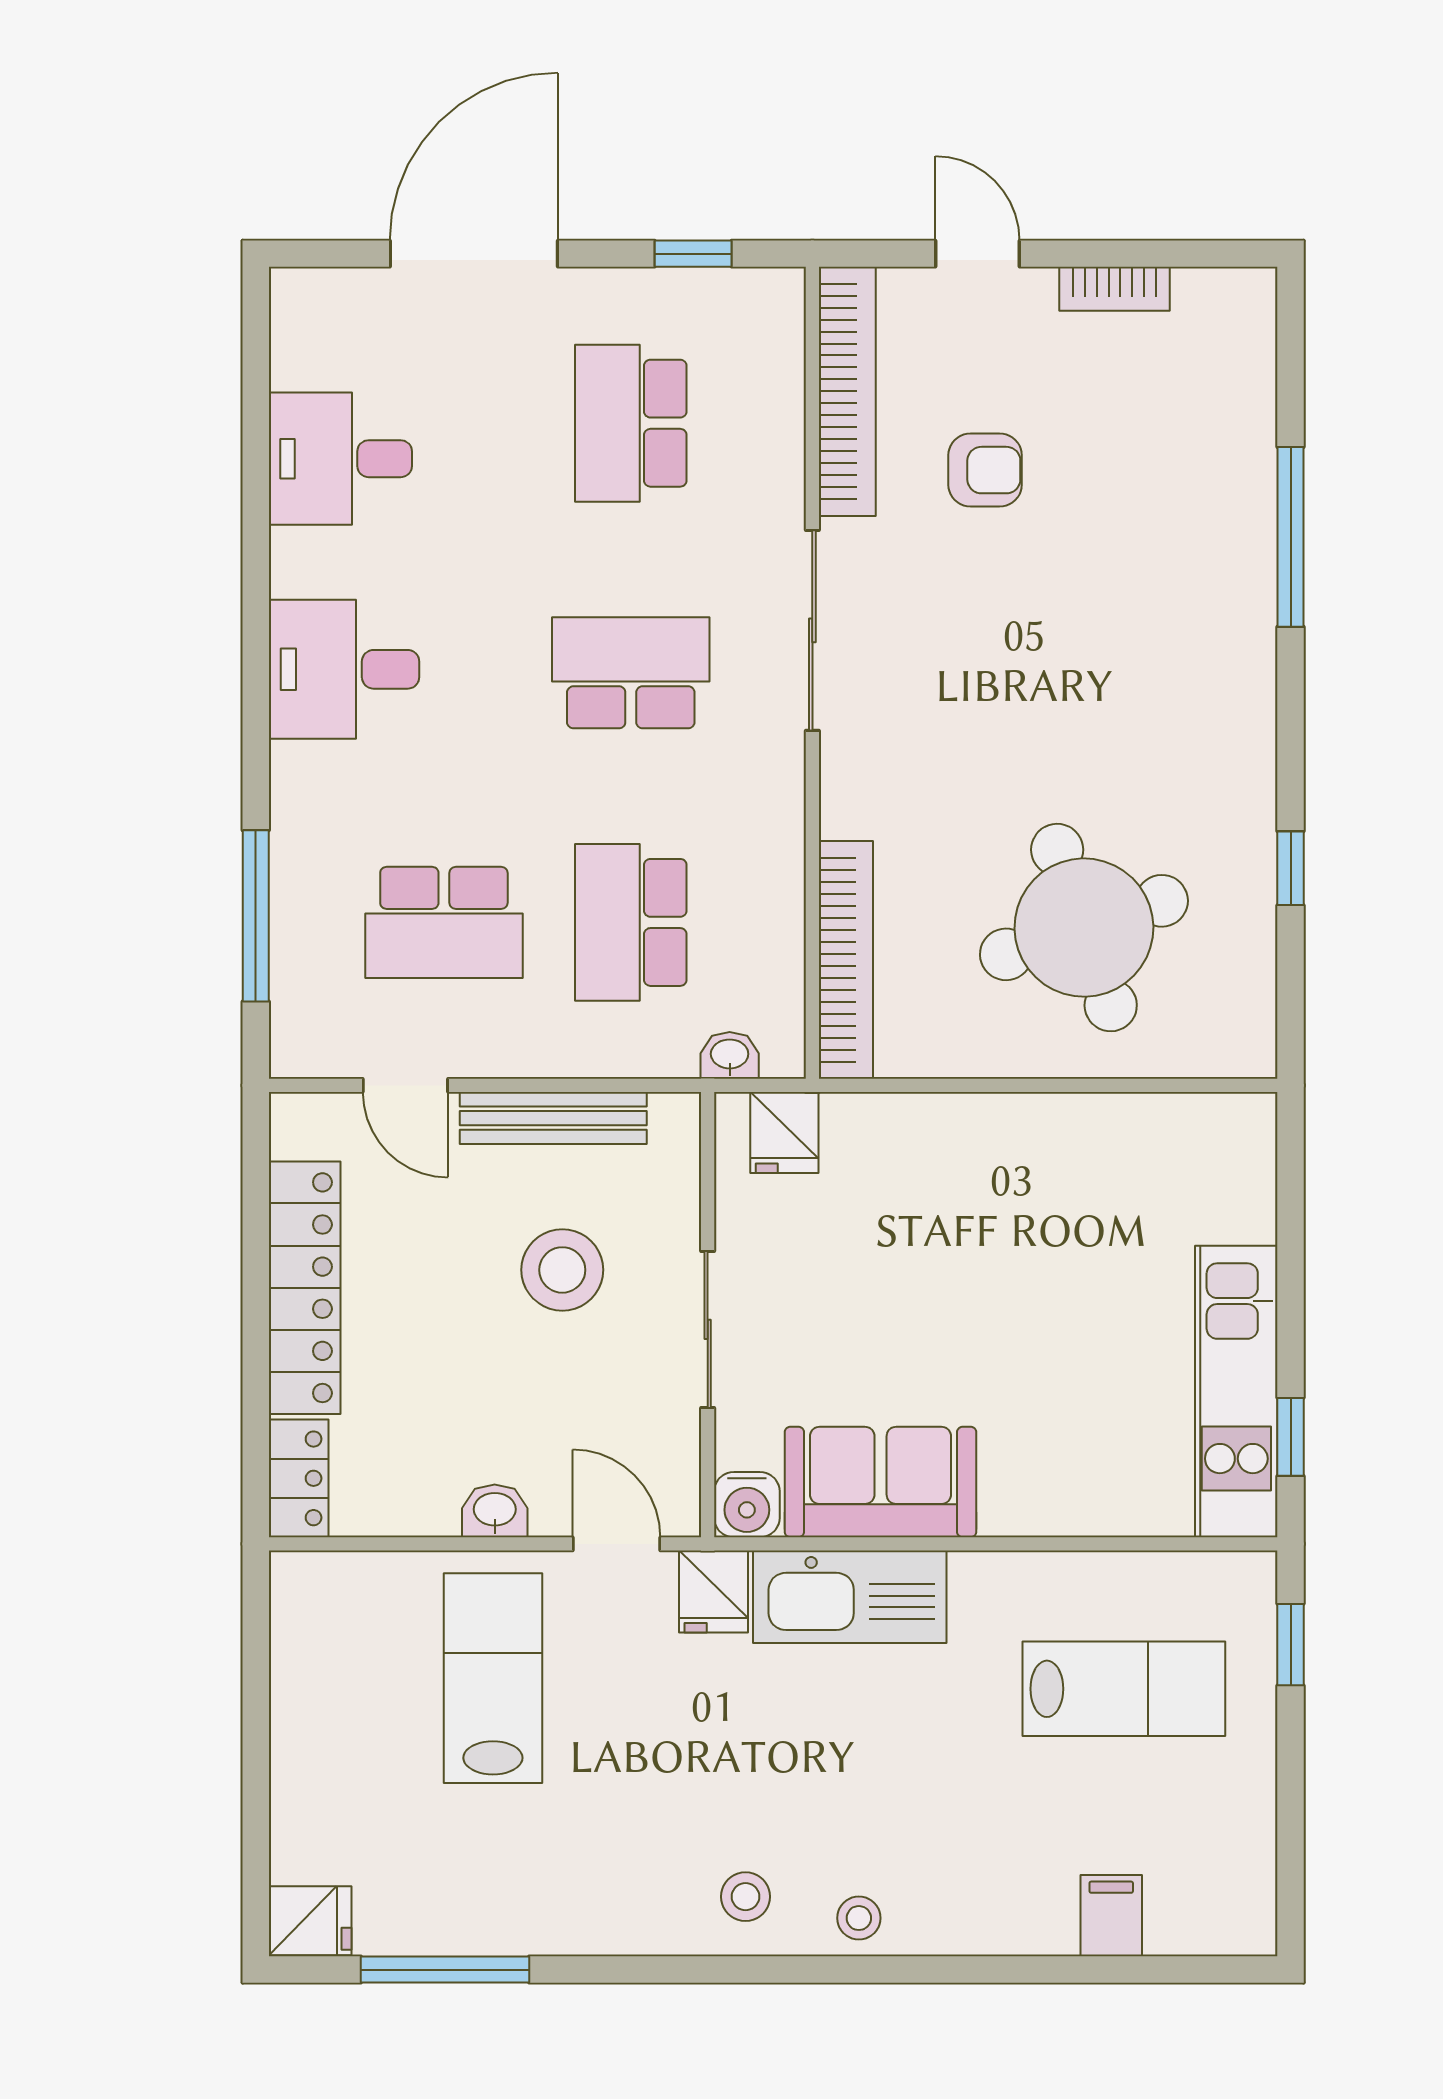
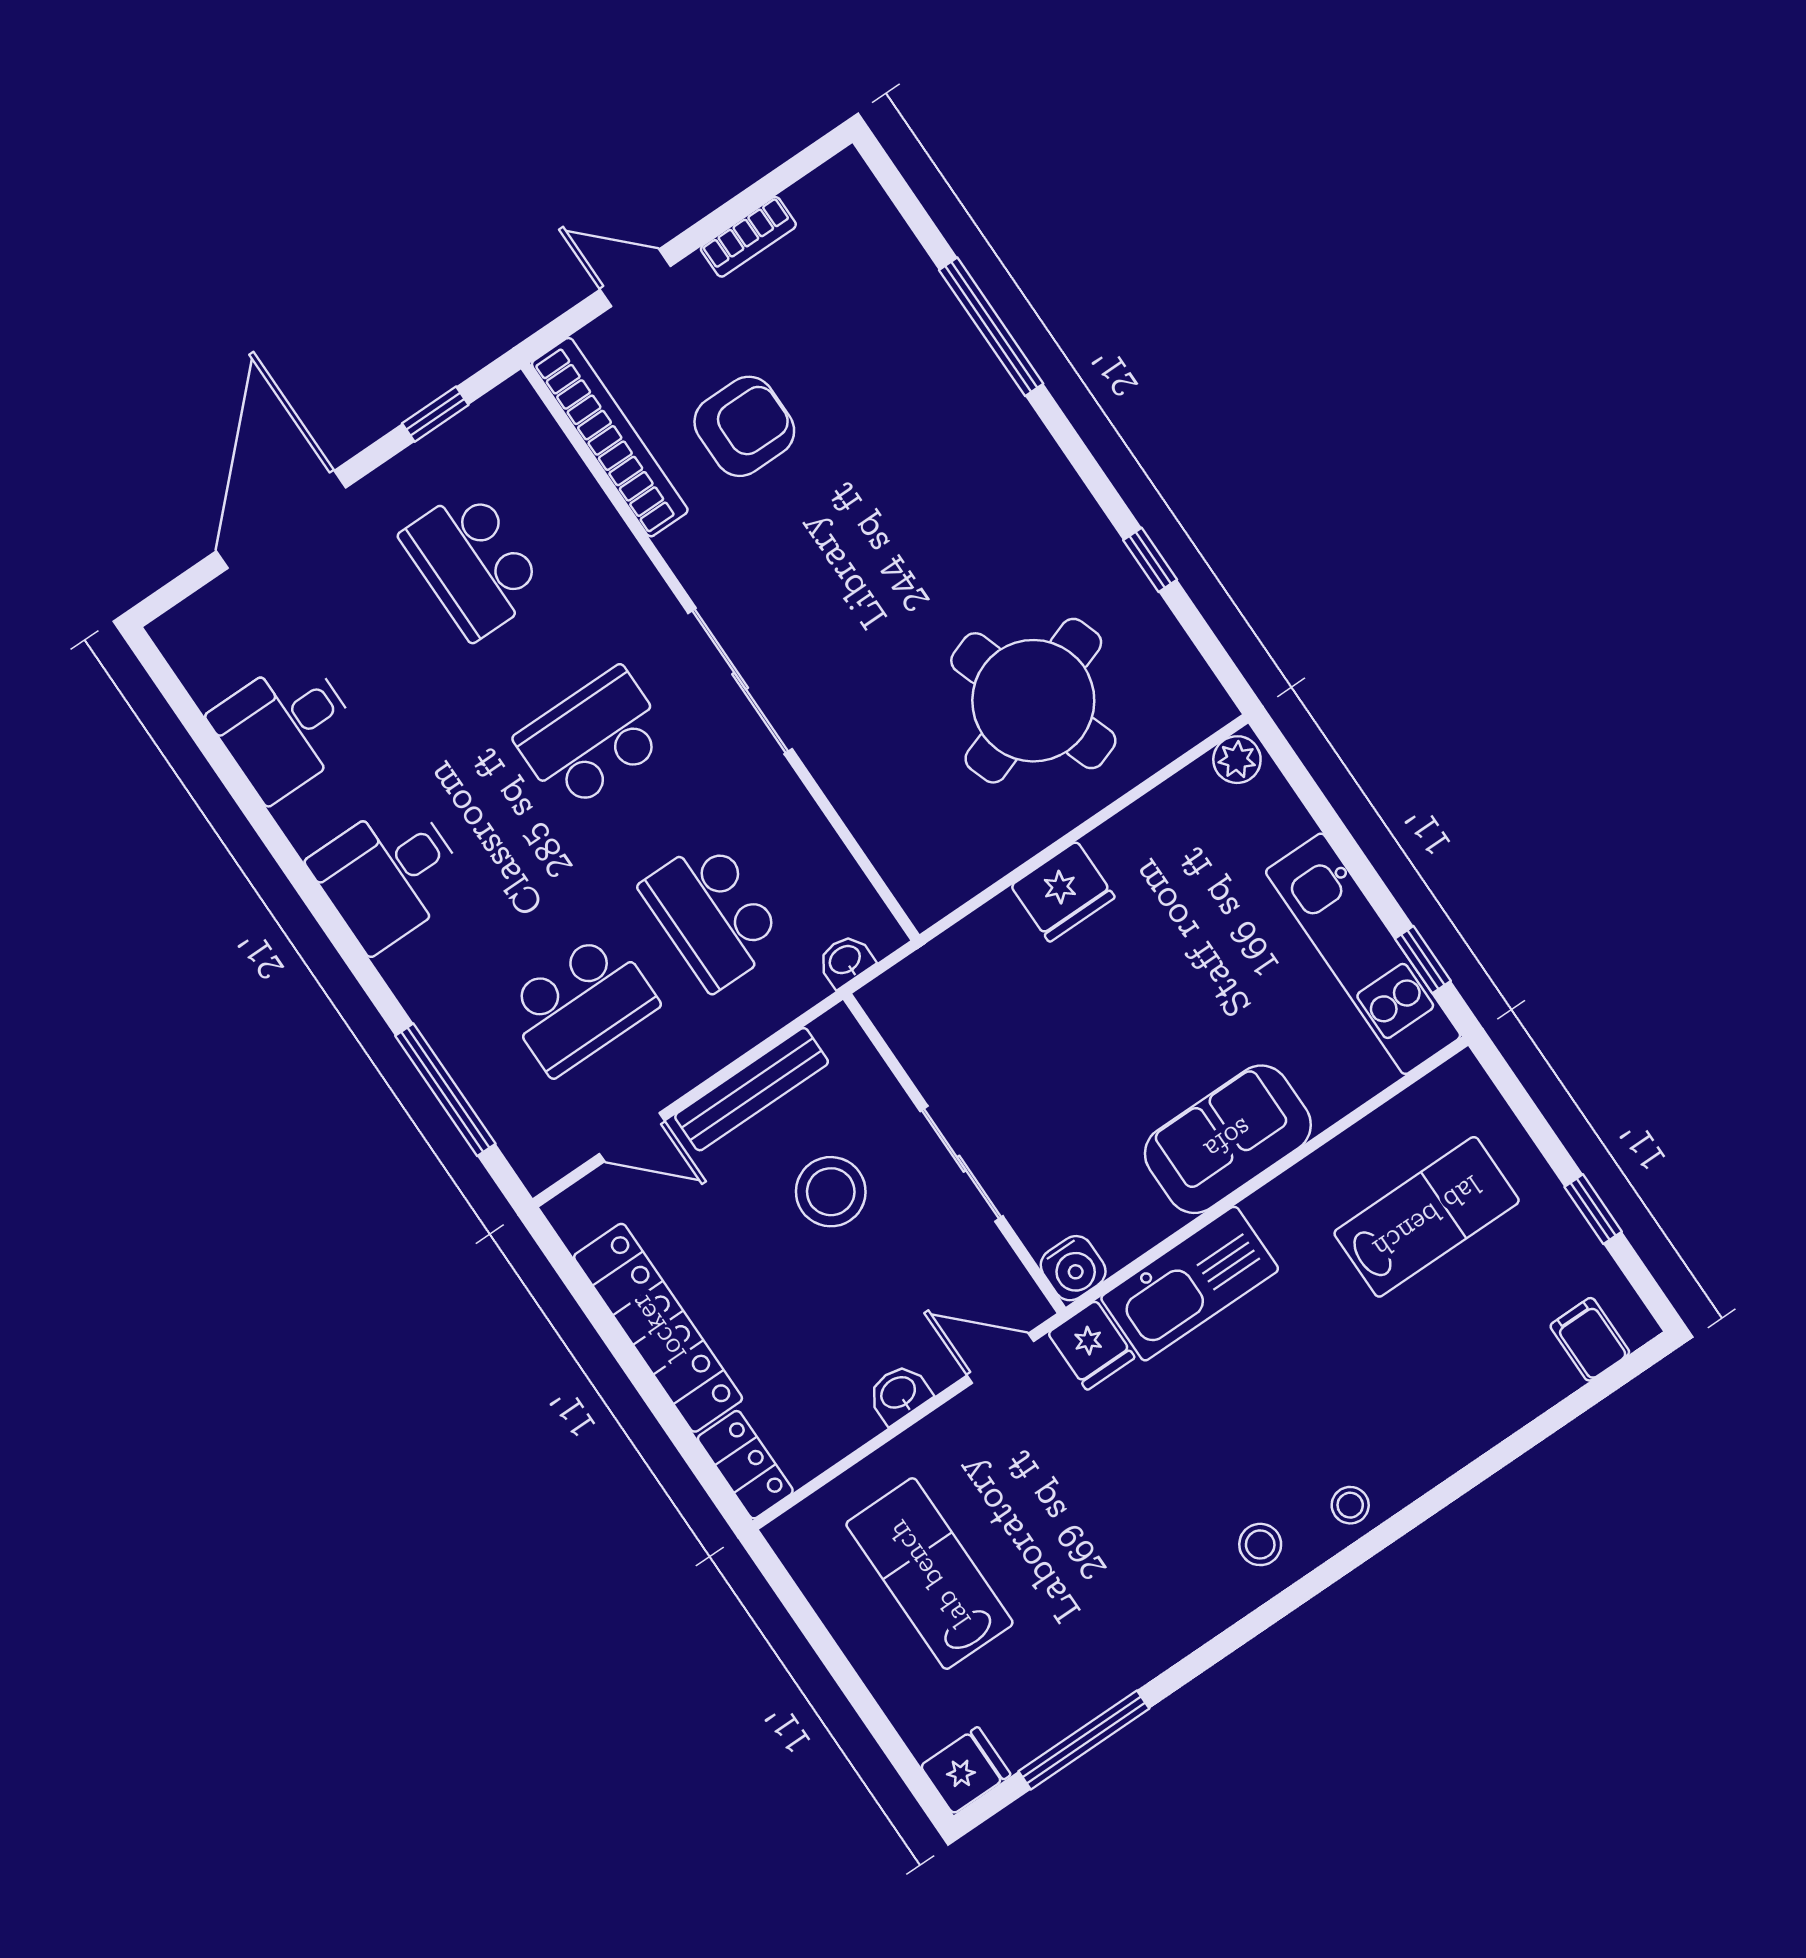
armchair: (985, 470) -> (744, 426), width x1.38, depth x1.38
sliding door: (812, 630) -> (740, 681), moved
bookcase: (846, 960) -> (882, 838), removed
plant: (1243, 1120) -> (1237, 760), added
fridge: (784, 1132) -> (1063, 892), moved, width x1.38
sofa: (881, 1482) -> (1228, 1139), moved
window: (1291, 1645) -> (1593, 1209), moved
lab bench: (493, 1678) -> (929, 1574), moved
filing cabinet: (1111, 1916) -> (1590, 1339), moved

